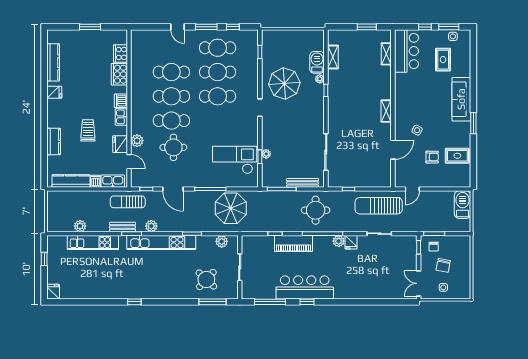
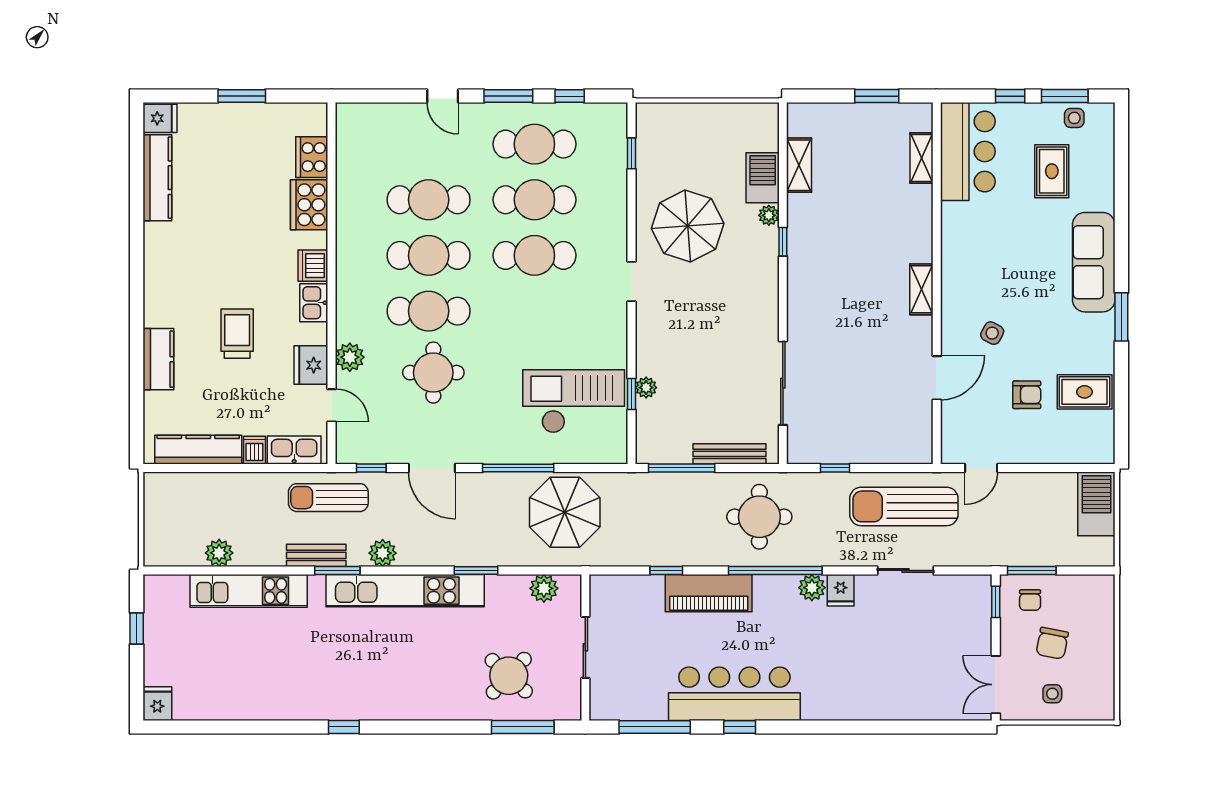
fridge: (54, 92) -> (160, 118), moved

